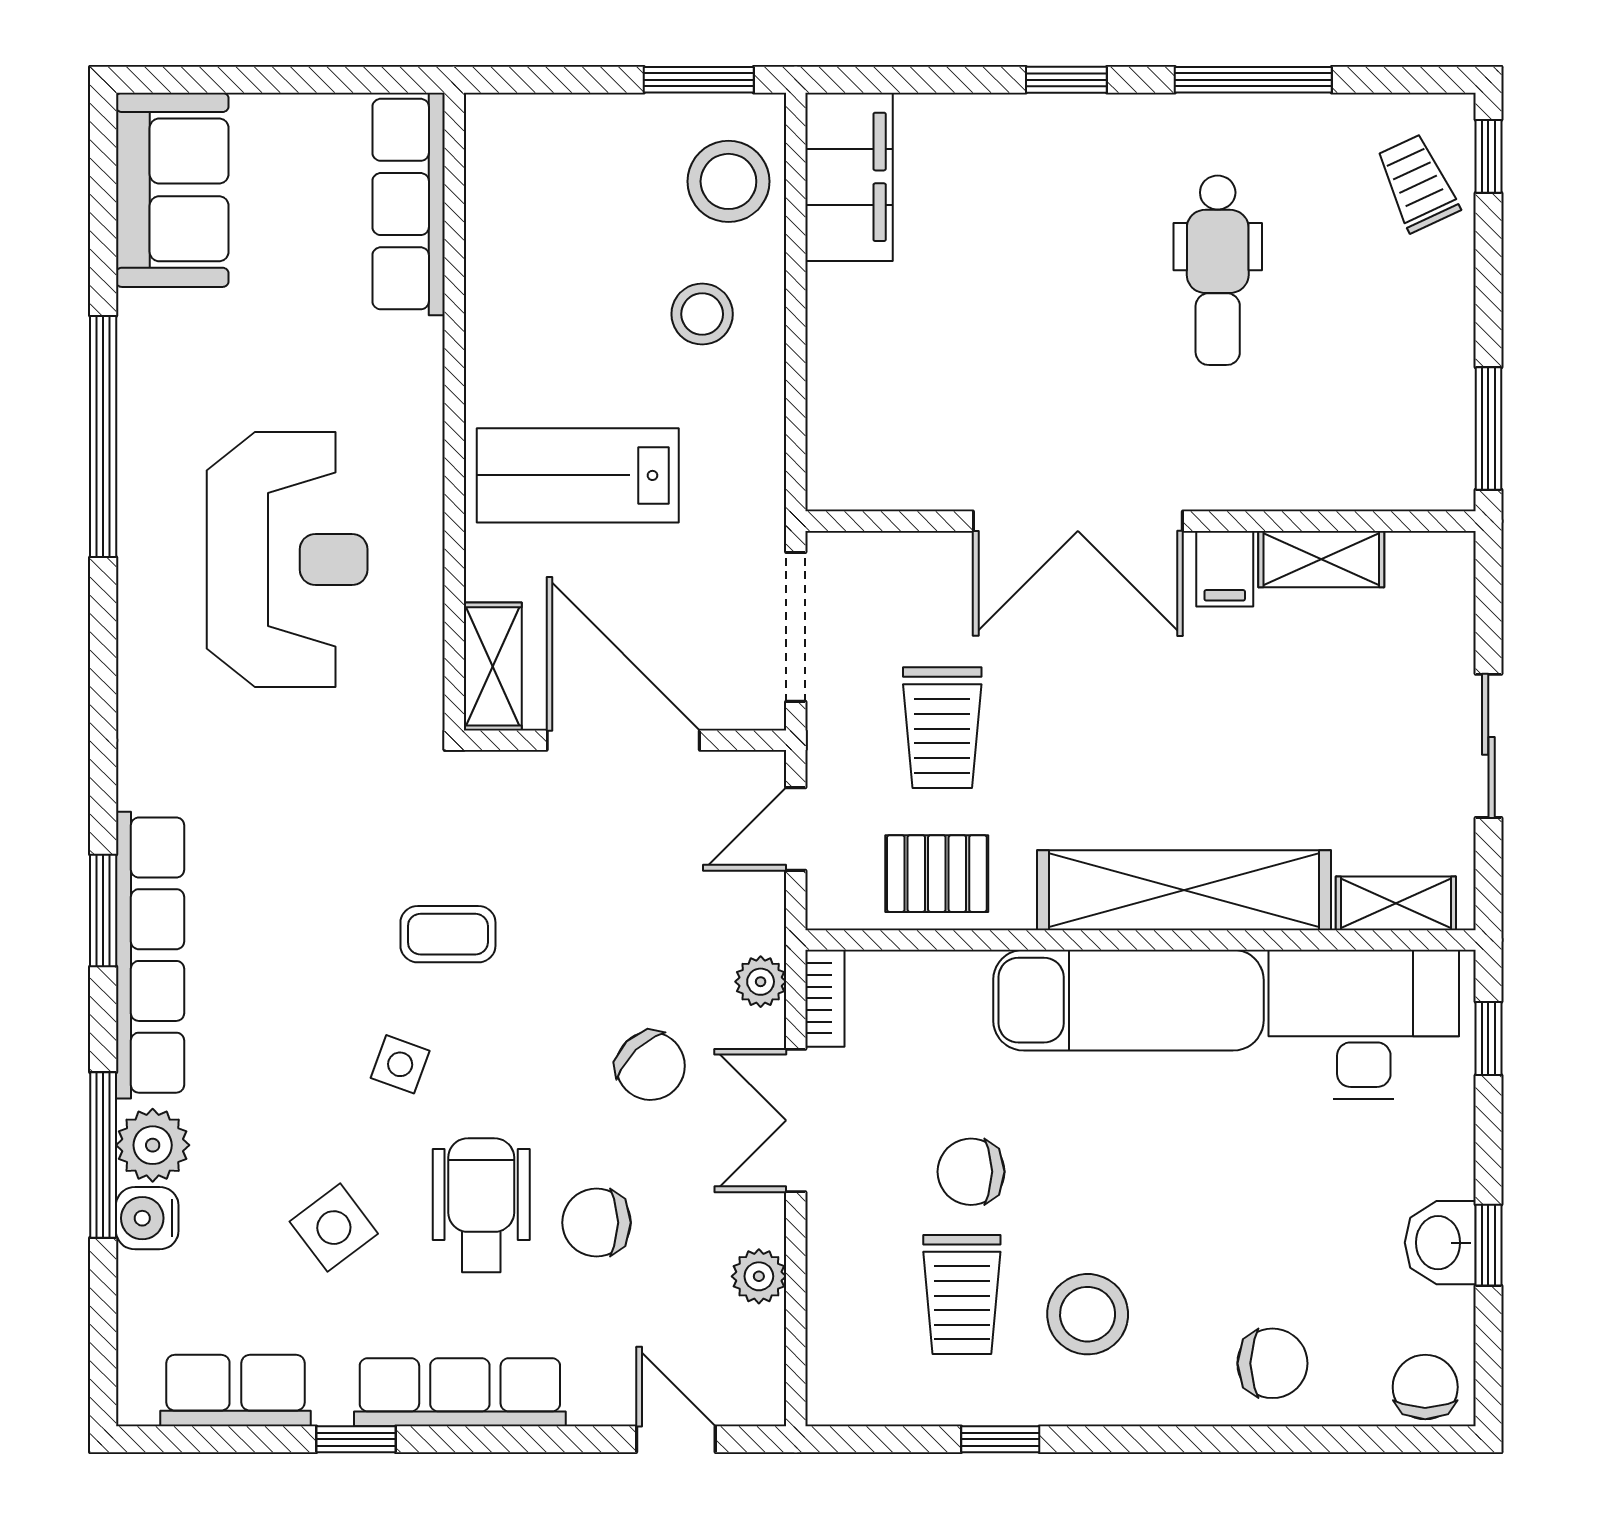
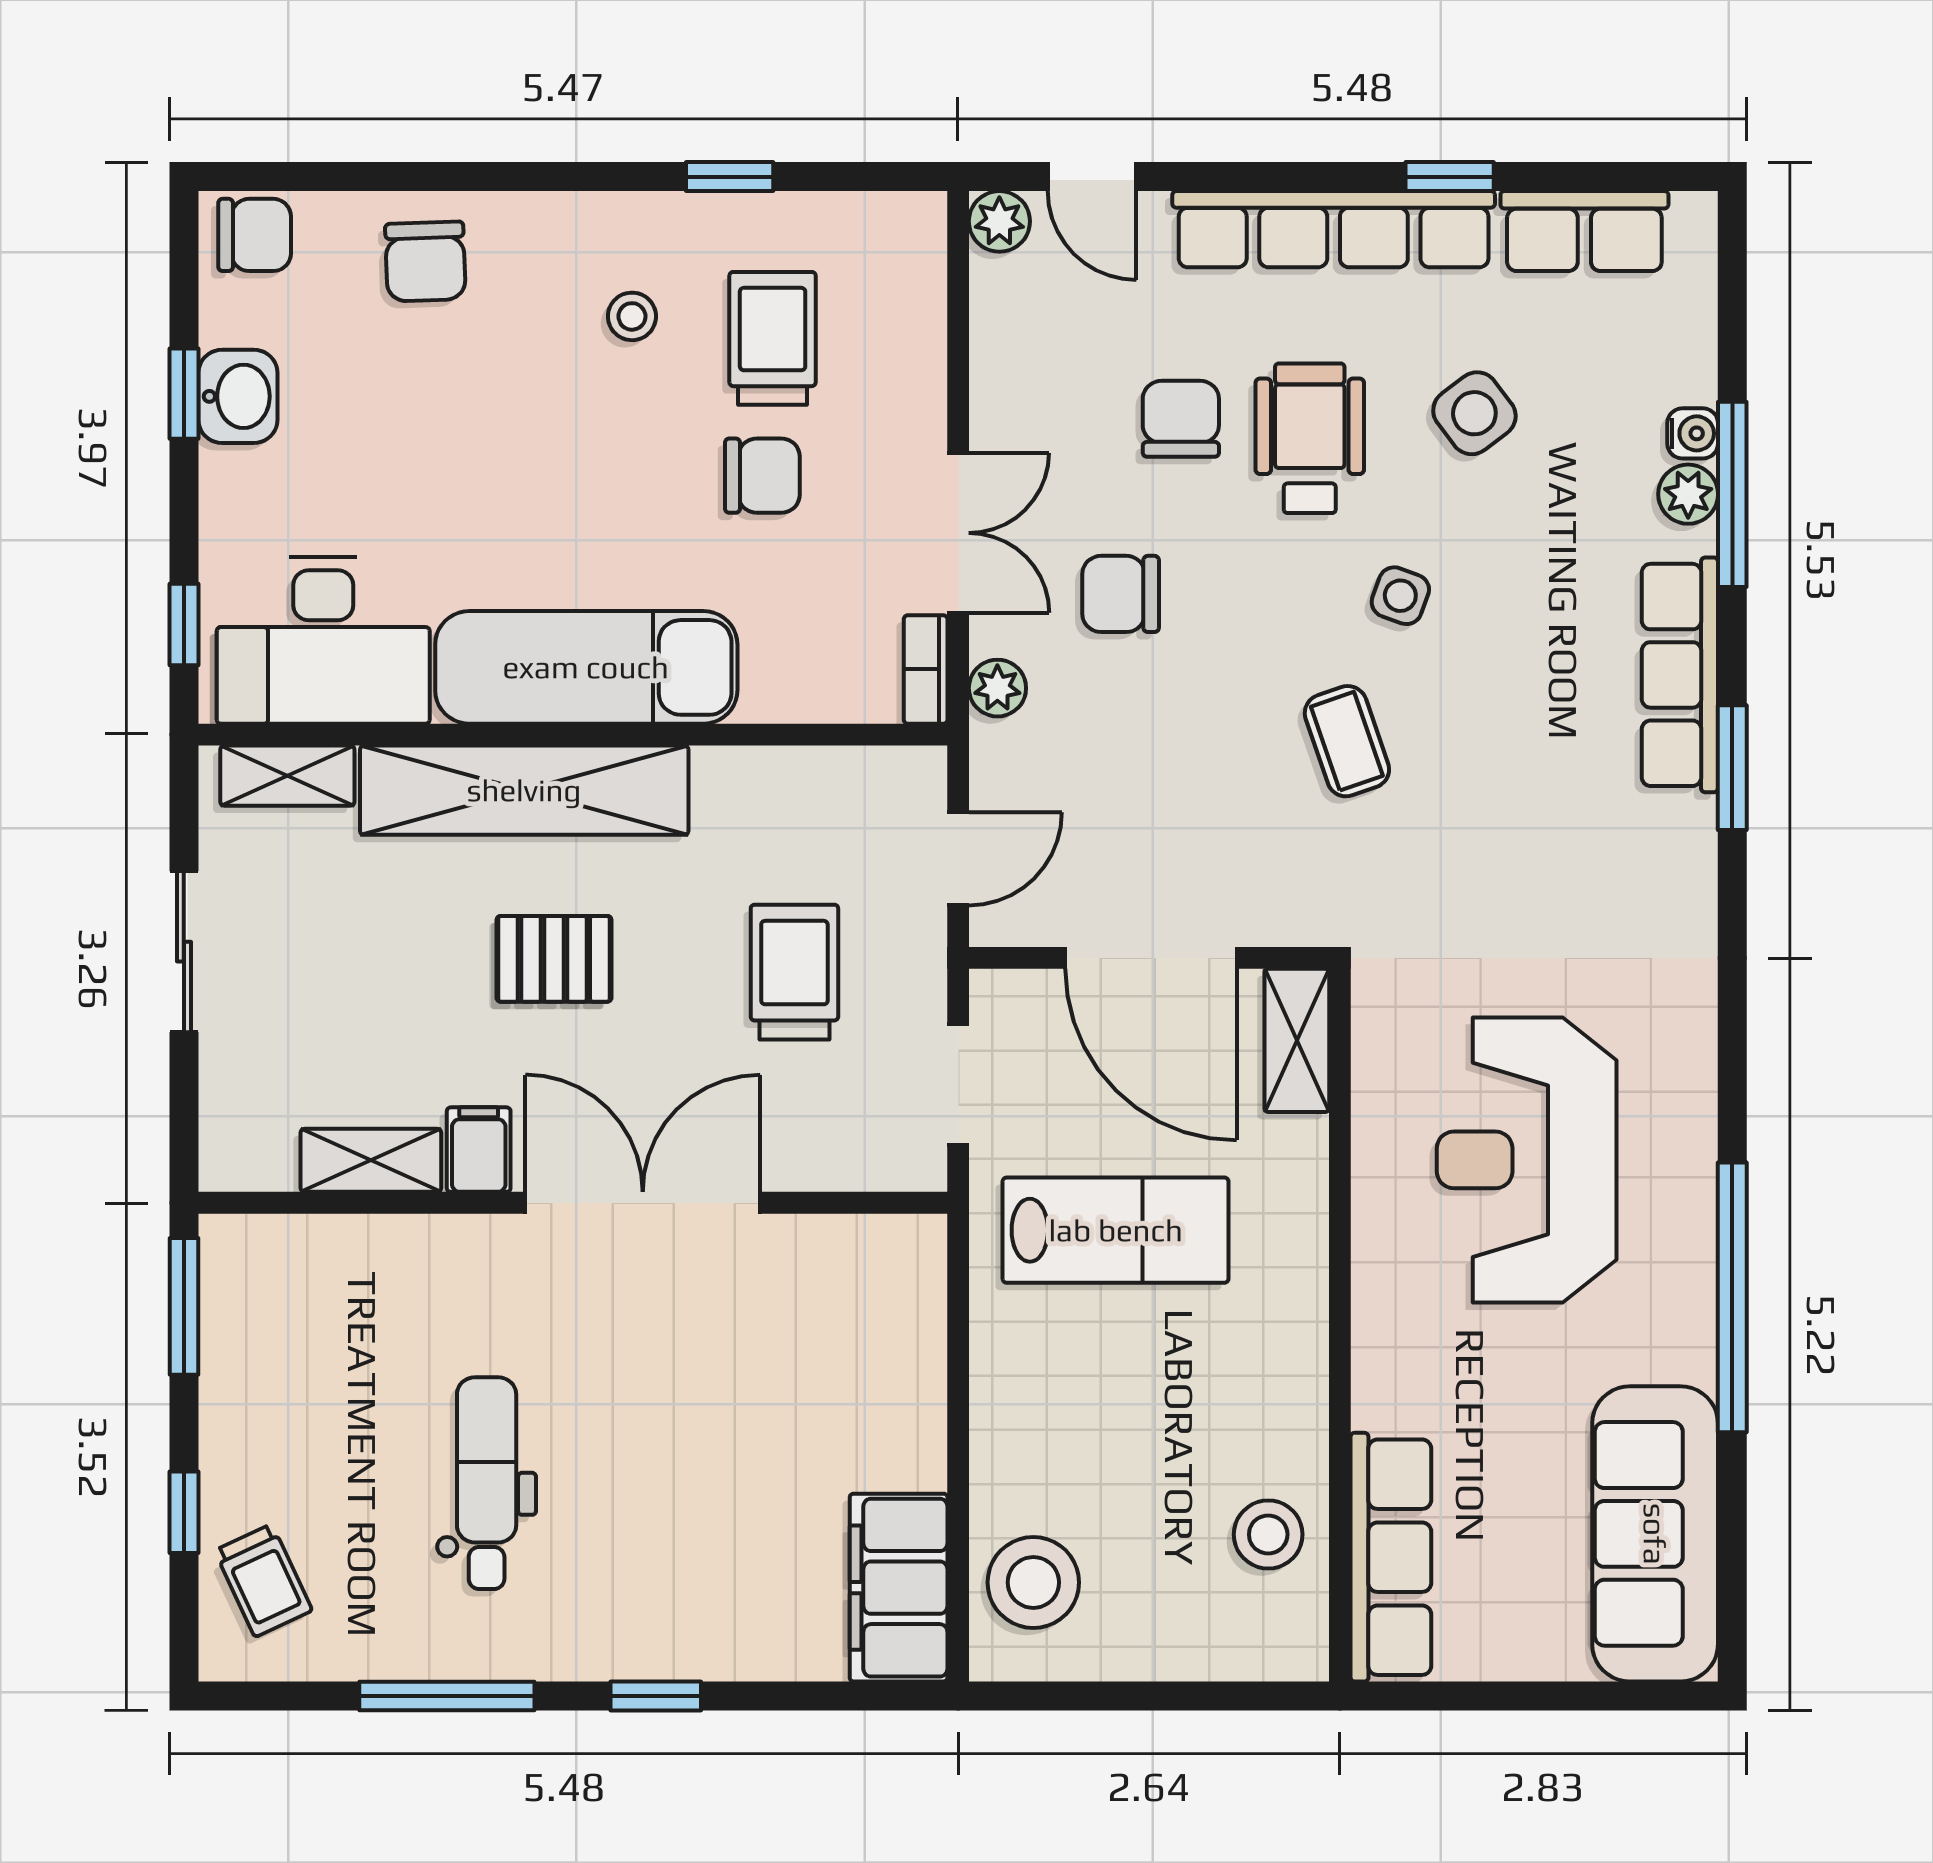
window: (699, 80) -> (1067, 1696), removed
window: (1488, 156) -> (184, 1512), moved
sofa: (172, 190) -> (1655, 1534), width x1.36
stool: (702, 314) -> (1268, 1534), moved
lab bench: (578, 475) -> (1116, 1230), moved
doorway: (796, 627) -> (958, 1085), width x0.73
pallet: (937, 874) -> (554, 959), moved
coffee table: (448, 934) -> (1347, 741), turned 71
row of seats: (150, 955) -> (1680, 675), width x0.73
chair: (650, 1066) -> (1121, 594), turned -46
plant: (153, 1145) -> (1688, 494), width x0.73, depth x0.73
wheelchair: (481, 1205) -> (1310, 438), turned 180
water cooler: (147, 1218) -> (1693, 433), width x0.72, depth x0.72
chair: (596, 1223) -> (1181, 419), turned -90
plant: (759, 1276) -> (999, 221), moved
stool: (1088, 1314) -> (632, 316), width x0.53, depth x0.53
chair: (1272, 1363) -> (425, 261), turned -92
chair: (1425, 1387) -> (255, 235), turned -90
row of seats: (460, 1392) -> (1334, 229), width x1.36

